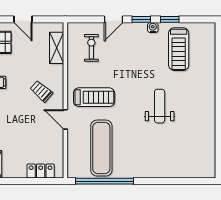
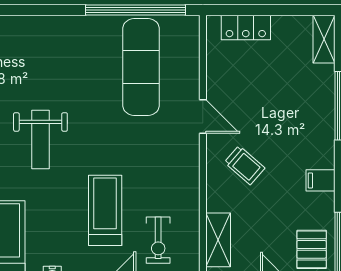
treadmill: (94, 97) -> (105, 210), moved, turned 90

